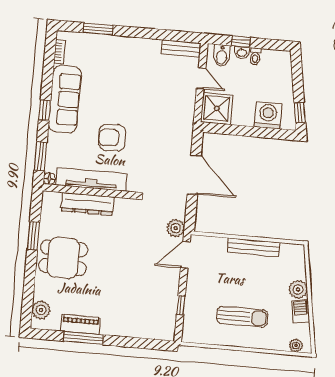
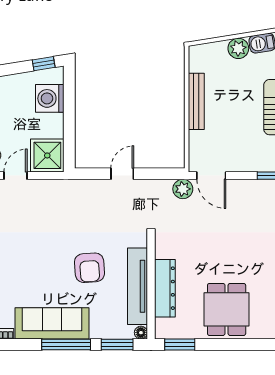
window: (45, 110) -> (66, 344), width x2.17
door: (194, 175) -> (122, 174), width x0.53
window: (33, 236) -> (180, 344), moved

